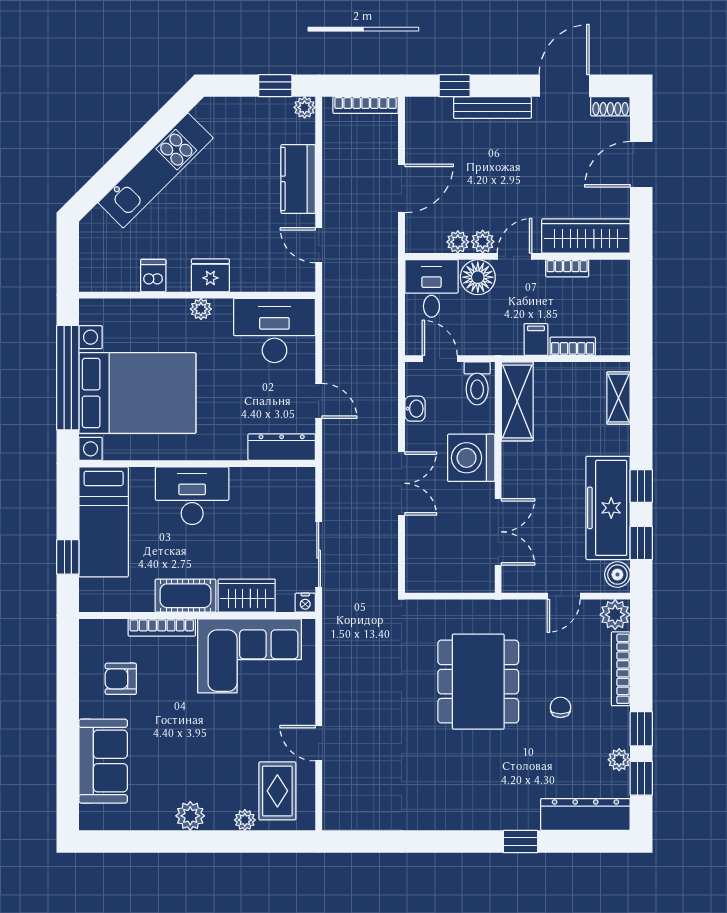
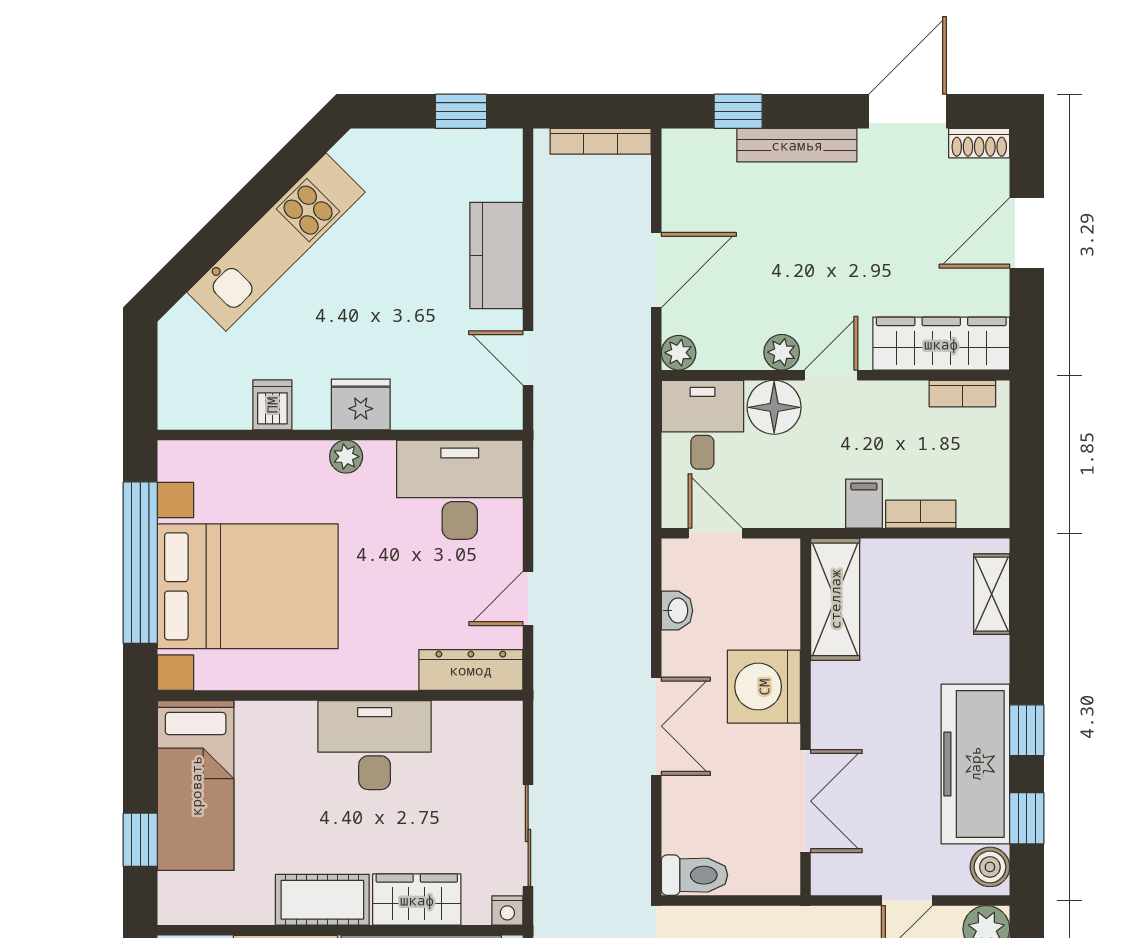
plant: (305, 107) -> (506, 145), removed
plant: (458, 242) -> (679, 353), moved
bookcase: (567, 268) -> (962, 394), moved
toilet: (477, 383) -> (694, 875), moved, turned -90
door: (319, 401) -> (528, 599), swing flipped
desk: (192, 496) -> (375, 745), moved

